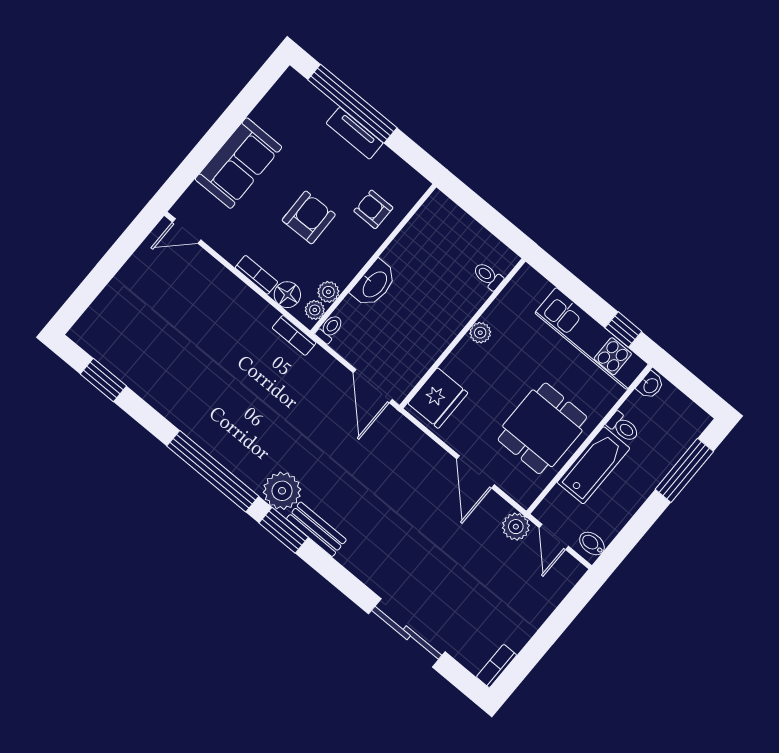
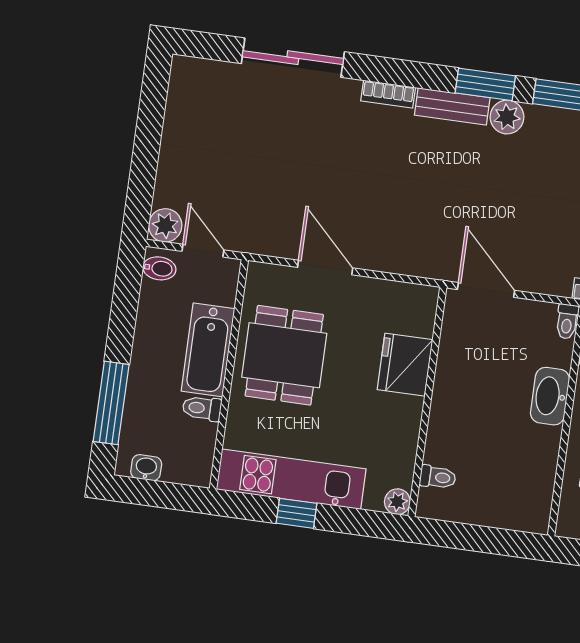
window: (623, 330) -> (296, 513), moved
plant: (480, 333) -> (397, 502), moved
washbasin: (650, 385) -> (146, 468), moved, turned 90
fridge: (438, 398) -> (405, 365), moved
plant: (282, 491) -> (507, 117), width x0.73, depth x0.73
plant: (516, 527) -> (165, 225), moved
bookcase: (497, 666) -> (388, 94), moved, turned 90

